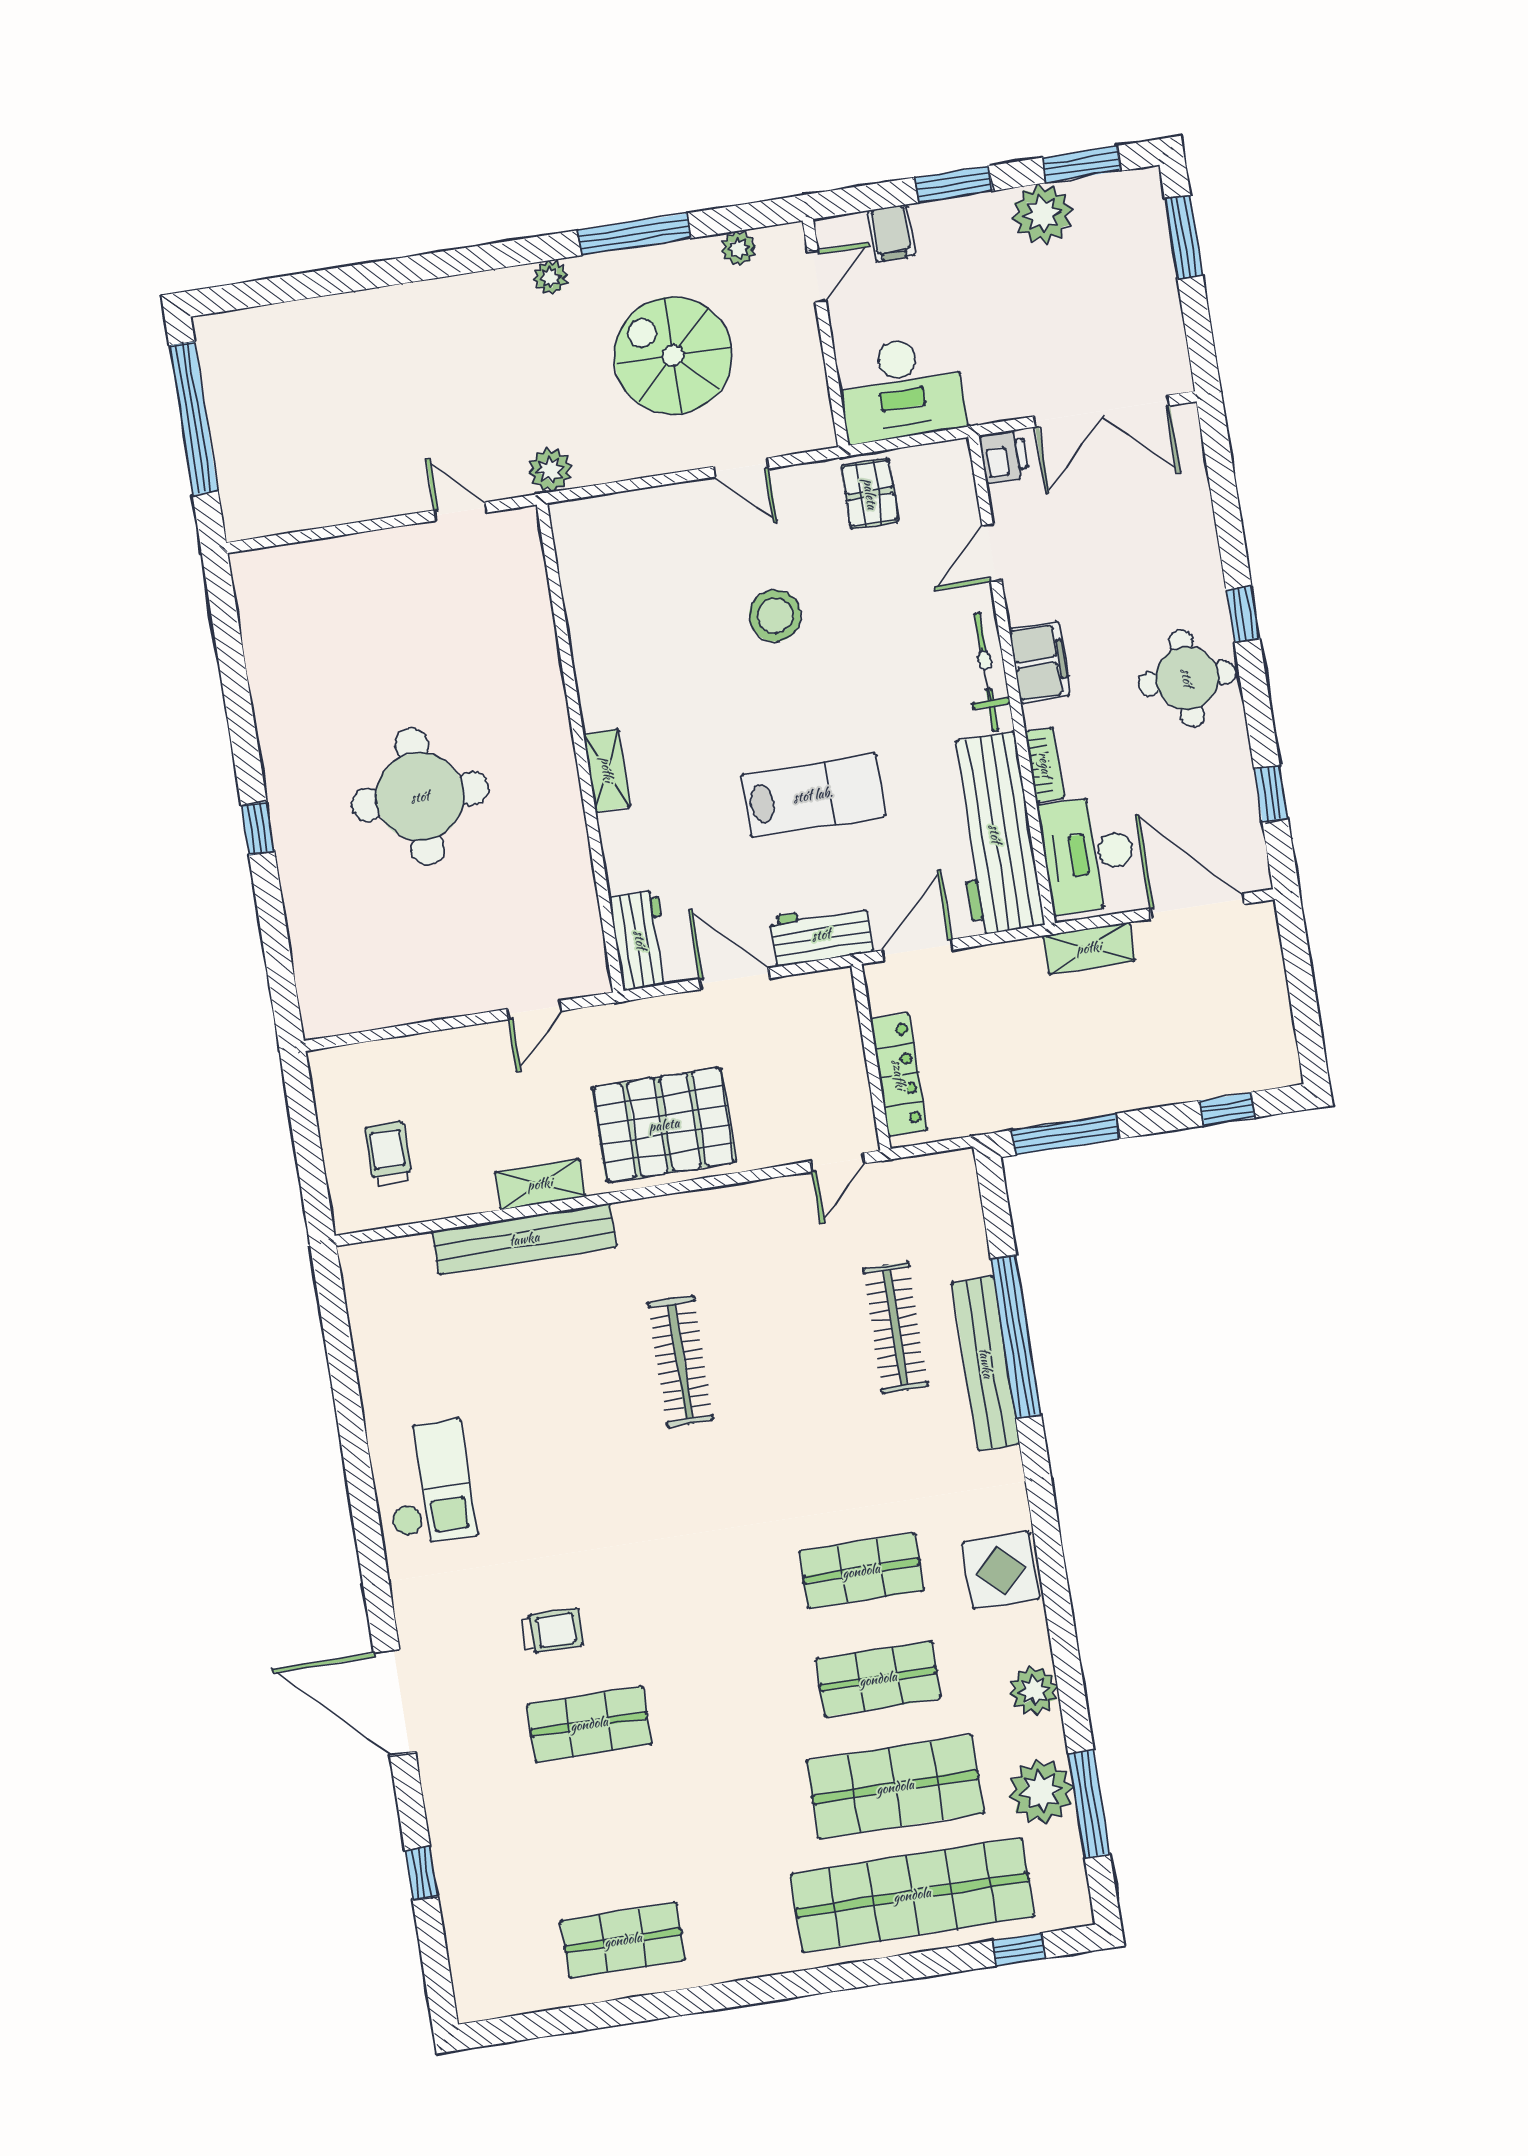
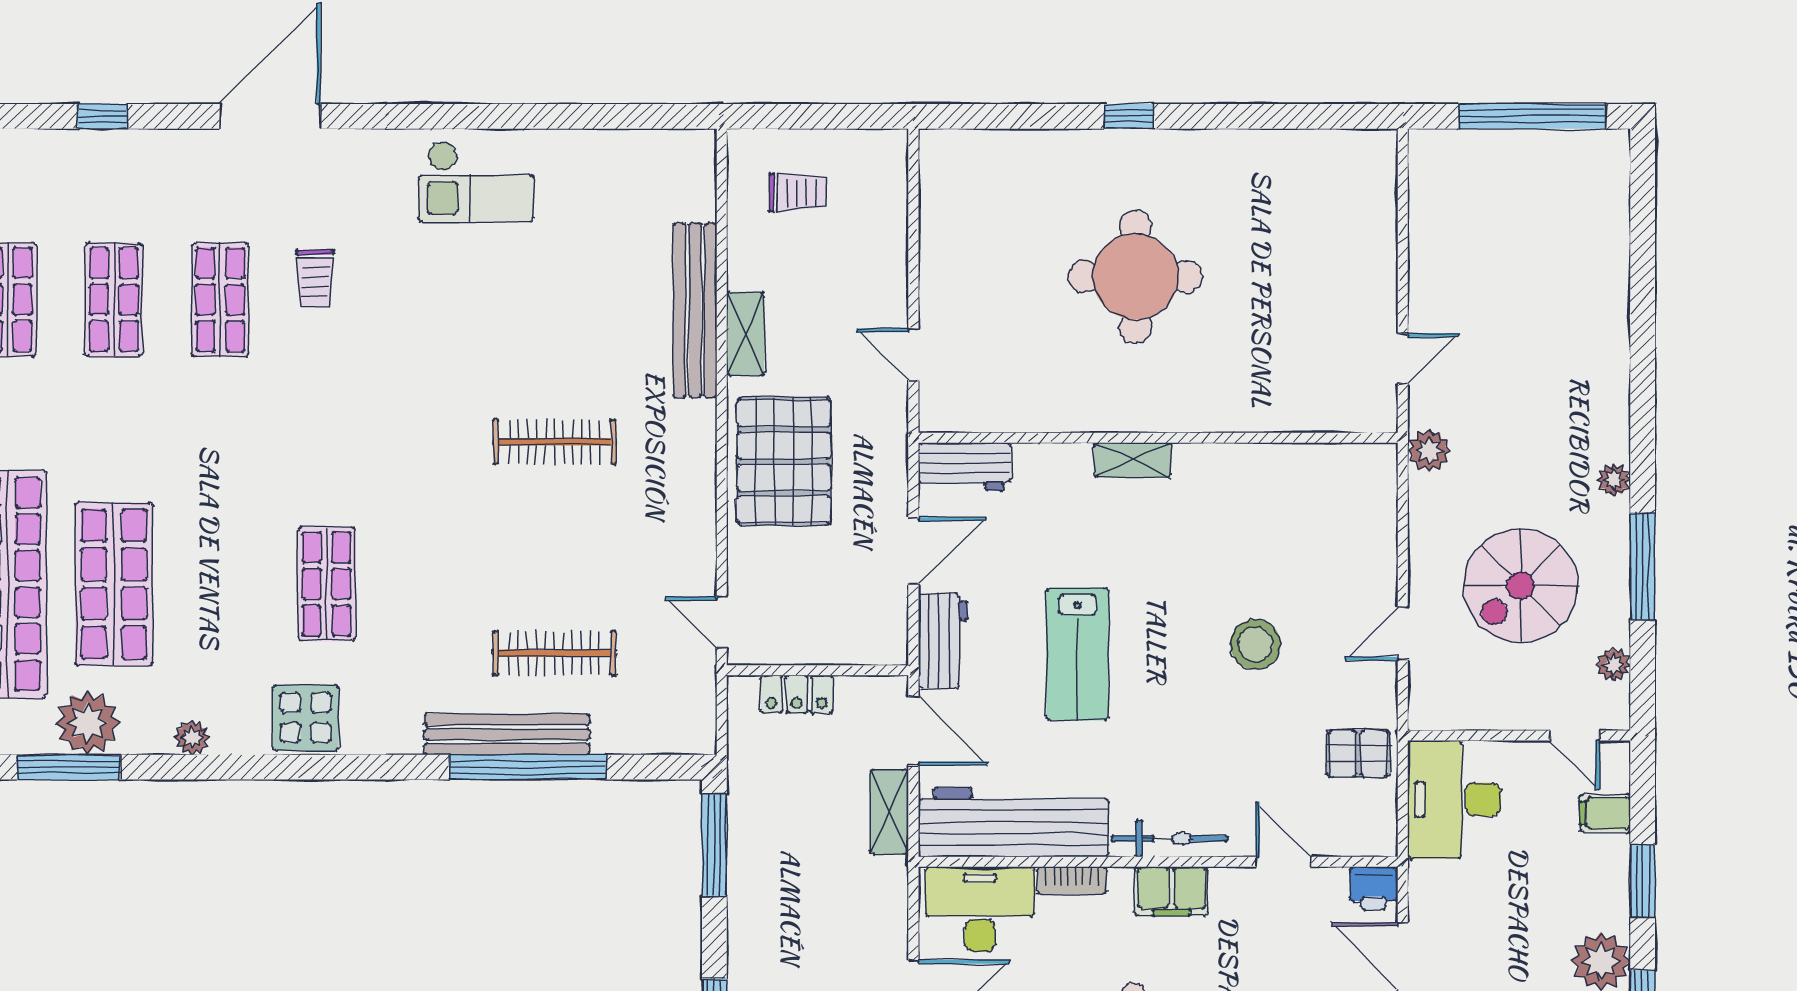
spiral stairs: (673, 356) -> (1520, 586), turned 180
shelving: (1089, 948) -> (889, 812), moved
locker: (899, 1075) -> (797, 694), width x0.66
shop shelf: (878, 1679) -> (114, 300), moved
plant: (1034, 1691) -> (192, 738), width x0.73, depth x0.73

